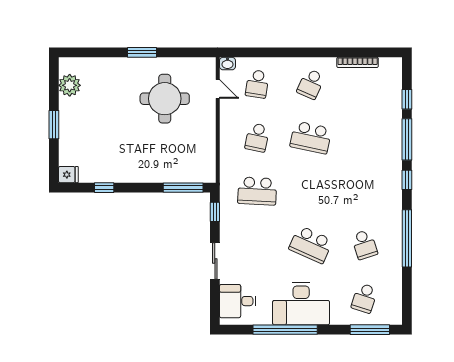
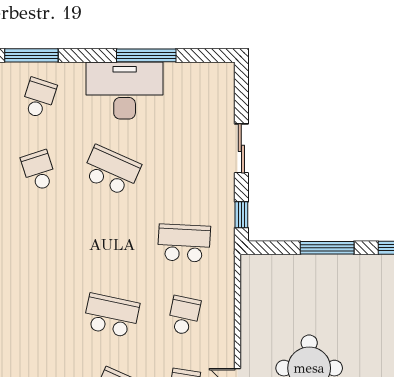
window: (183, 188) -> (327, 248), moved
desk: (238, 301) -> (210, 94), removed
window: (285, 330) -> (146, 55), width x0.68

